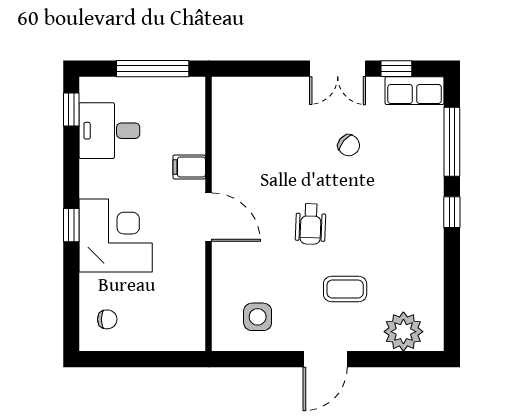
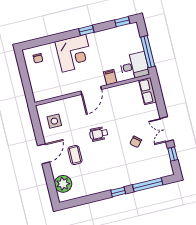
row of seats: (415, 91) -> (148, 91), moved
desk: (109, 131) -> (134, 66), moved, turned 90
window: (71, 225) -> (86, 30), moved
door: (325, 359) -> (44, 154), swing flipped

